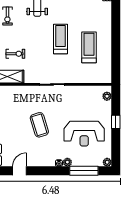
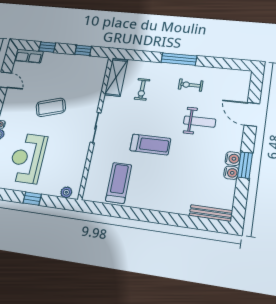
treadmill: (89, 47) -> (119, 183), moved, turned -90

